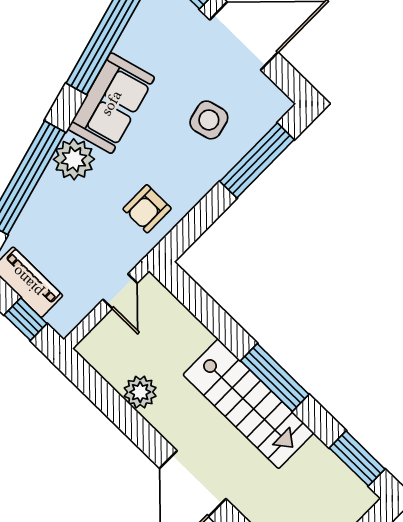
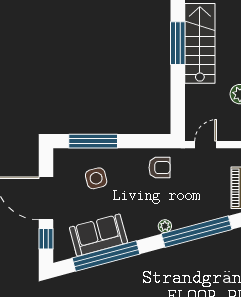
sofa: (111, 103) -> (98, 235), moved
plant: (74, 159) -> (165, 226), width x0.53, depth x0.53

